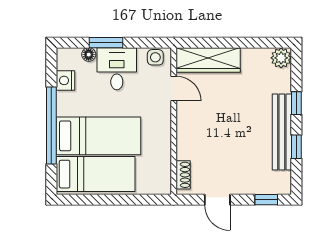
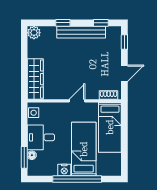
window: (106, 43) -> (24, 157), moved
nightstand: (65, 80) -> (64, 170), moved
door: (174, 88) -> (77, 101), moved
window: (296, 147) -> (101, 23), moved
bed: (96, 174) -> (110, 127), moved, turned 180

